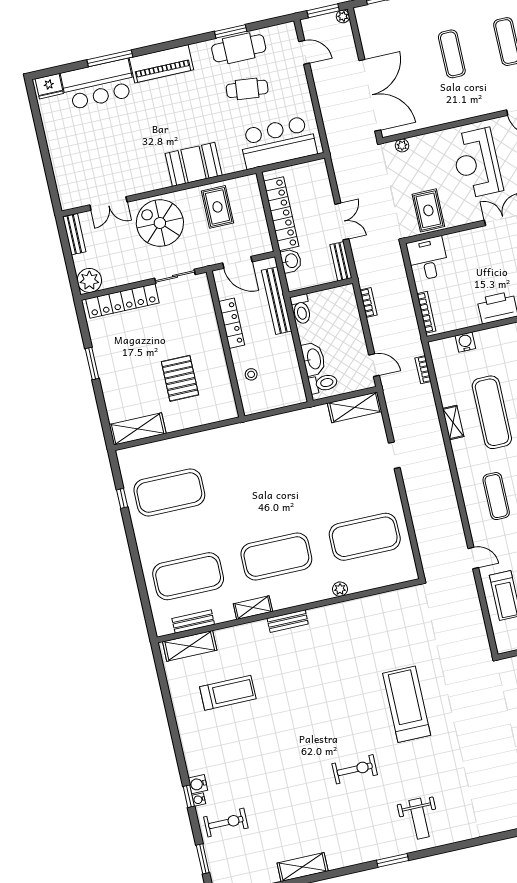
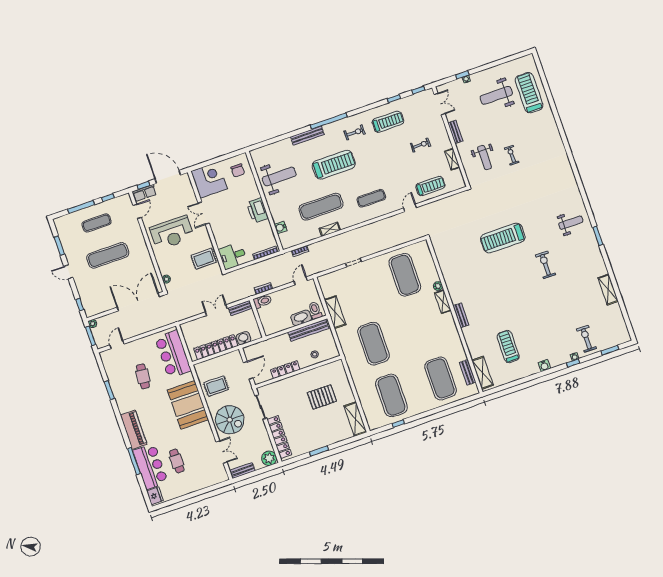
cafe table: (239, 48) -> (177, 461), moved, width x0.73, depth x0.74
exercise mat: (452, 54) -> (108, 255), width x1.36, depth x1.45
booth: (194, 164) -> (188, 405), width x1.36, depth x1.42
spiral stairs: (160, 223) -> (230, 420), turned -90
bench: (277, 301) -> (308, 330), moved
toilet: (301, 309) -> (263, 301), moved
shelving: (355, 407) -> (335, 312), moved
exercise mat: (276, 556) -> (373, 344), moved
shelving: (253, 608) -> (443, 302), moved
water cooler: (198, 784) -> (544, 366), moved

